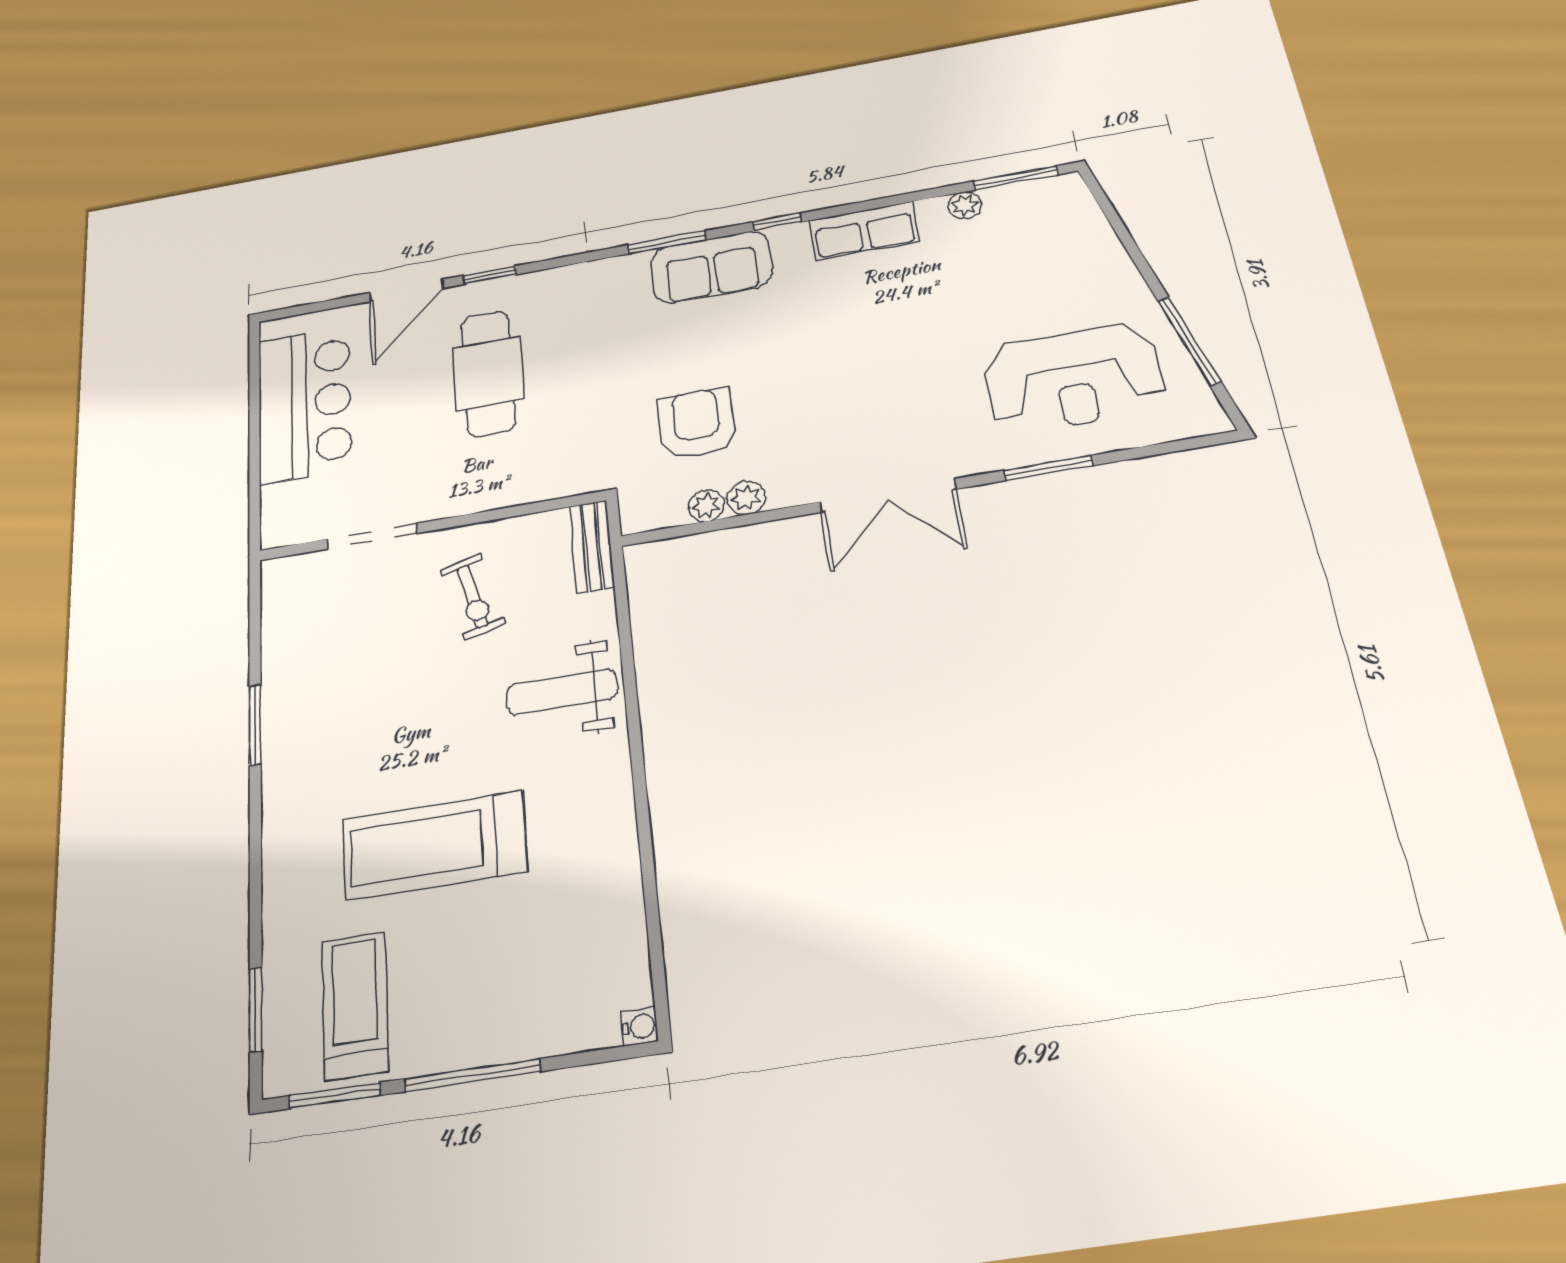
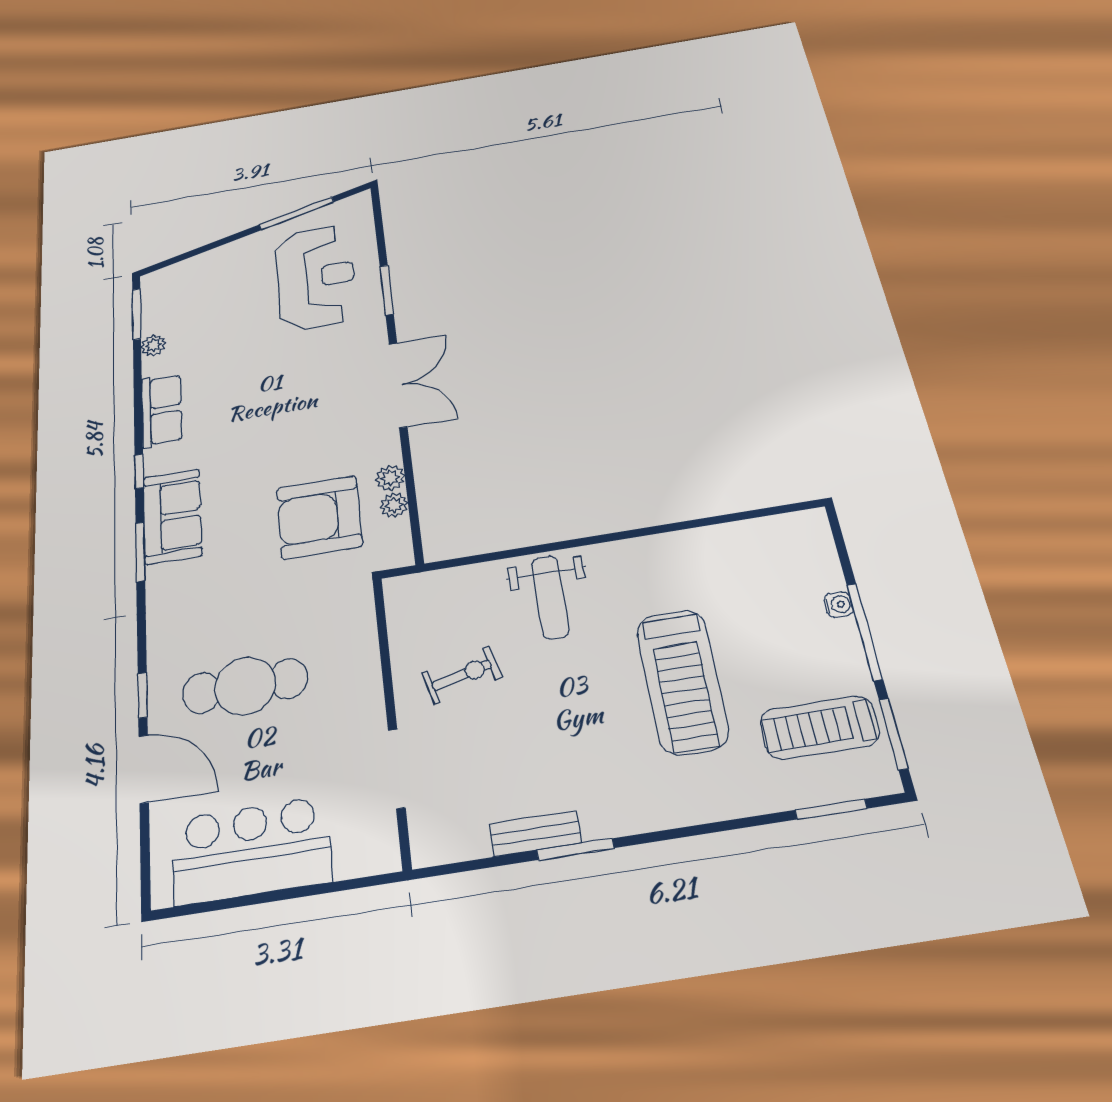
armchair: (696, 424) -> (319, 517), width x1.36, depth x1.36
bench: (592, 546) -> (535, 833), moved
water cooler: (640, 1026) -> (839, 605), moved, turned 90

